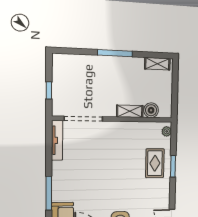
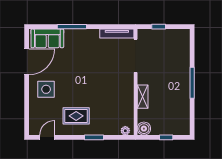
shelving: (157, 64) -> (185, 121), removed
window: (175, 86) -> (166, 137), added
boiler: (151, 110) -> (144, 129), moved
rug: (155, 163) -> (76, 116), moved

